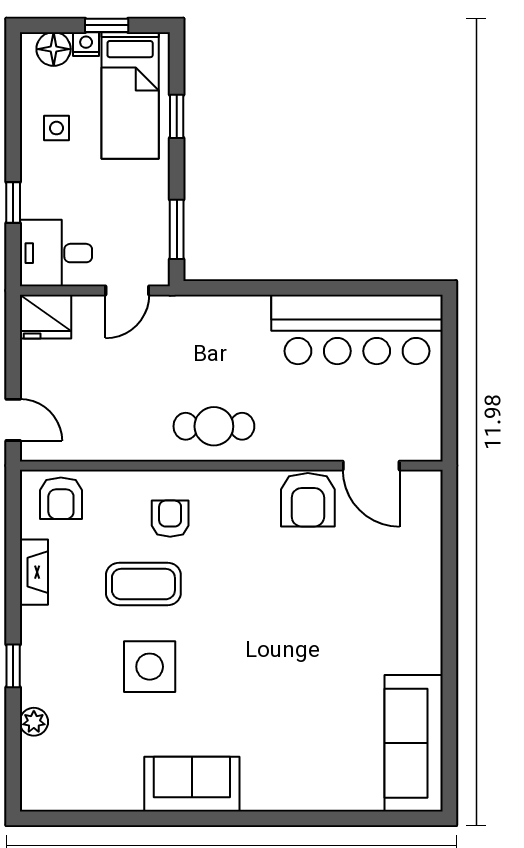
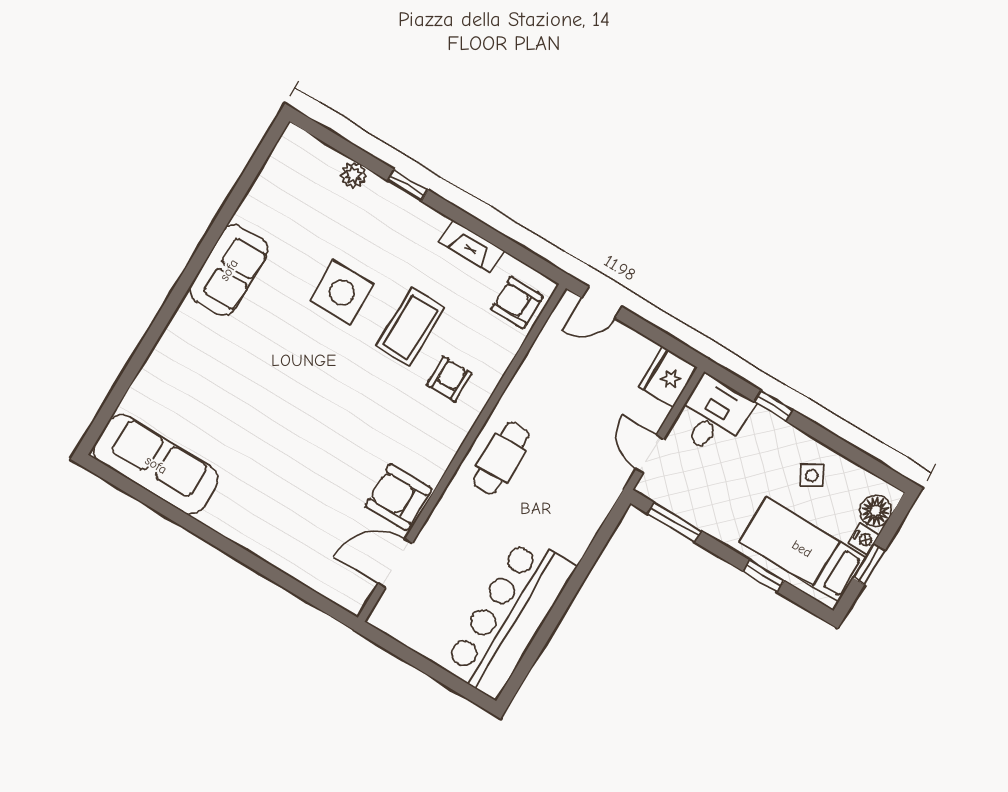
side table: (56, 128) -> (812, 476), turned -32
armchair: (170, 519) -> (449, 379), turned -90

